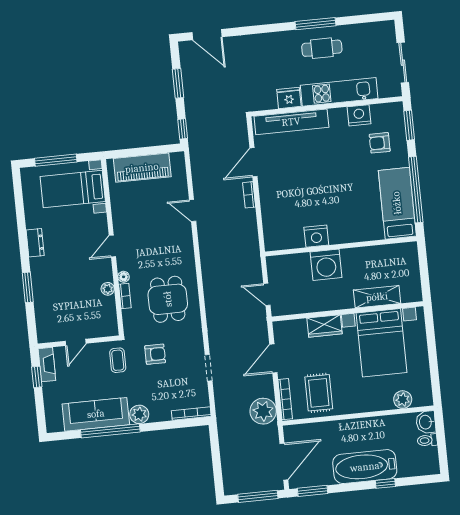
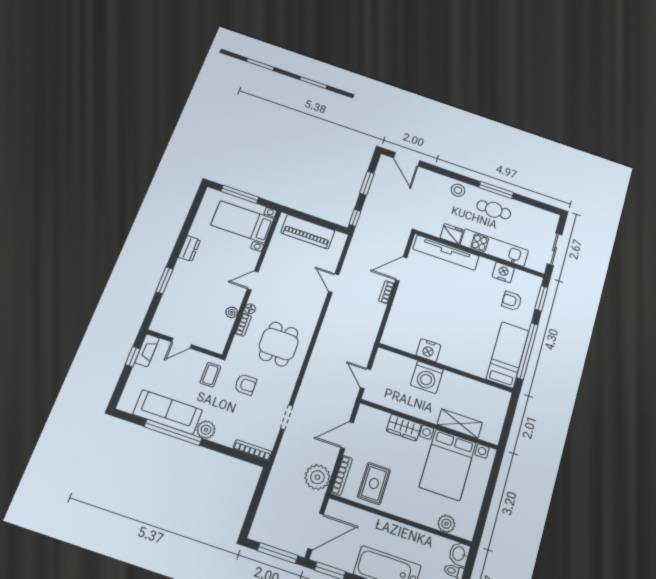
stool: (275, 44) -> (458, 190), added

